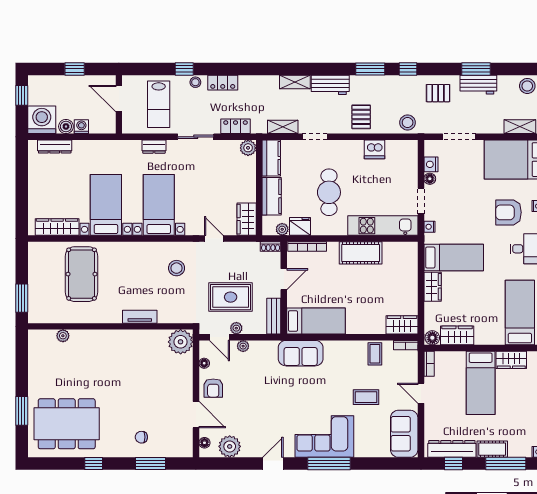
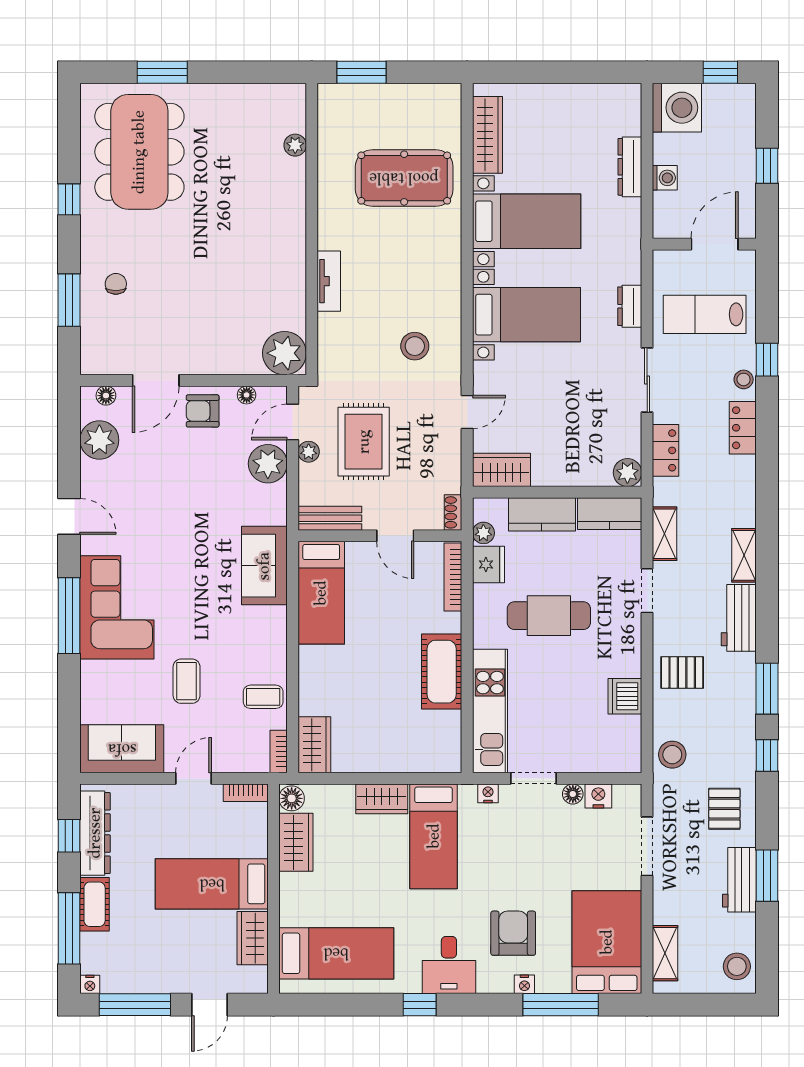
boiler: (66, 126) -> (665, 151), removed
dresser: (55, 147) -> (630, 167), moved
plant: (243, 346) -> (268, 464), width x1.87, depth x1.87

